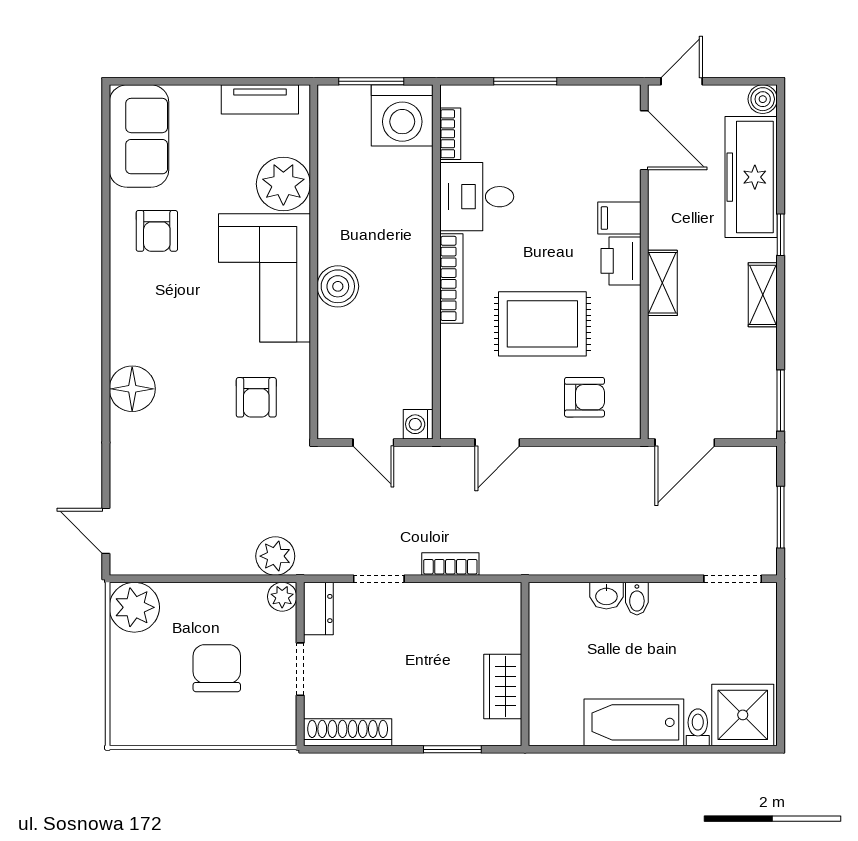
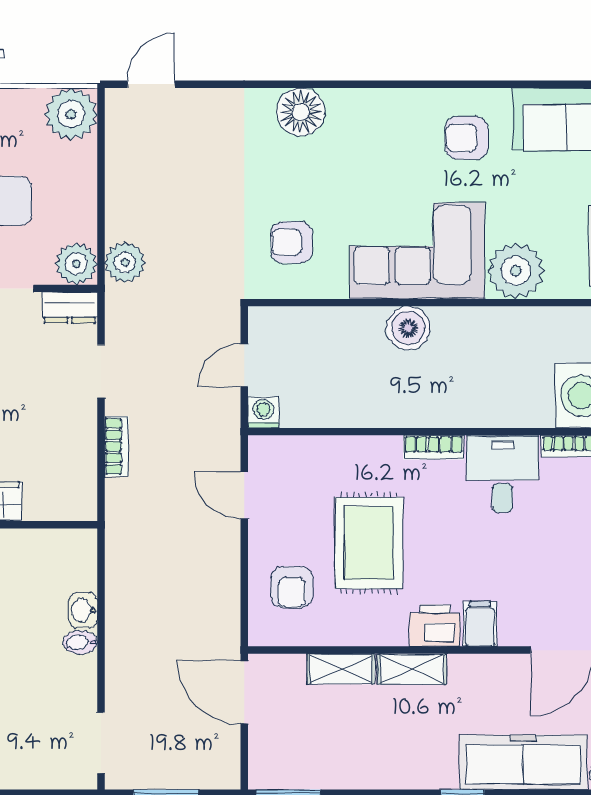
bookcase: (451, 278) -> (434, 447), width x0.64
shelving: (763, 295) -> (341, 669), moved
plant: (282, 597) -> (76, 264), width x1.38, depth x1.38

